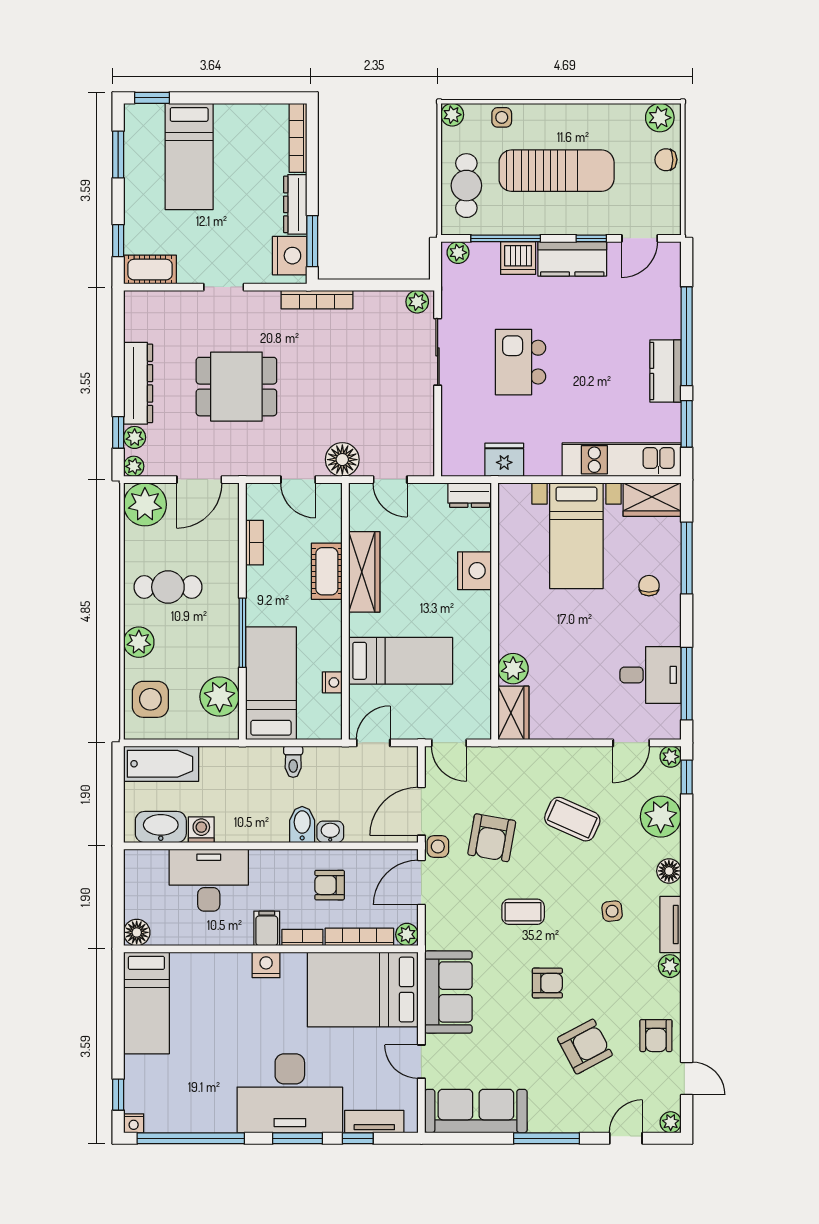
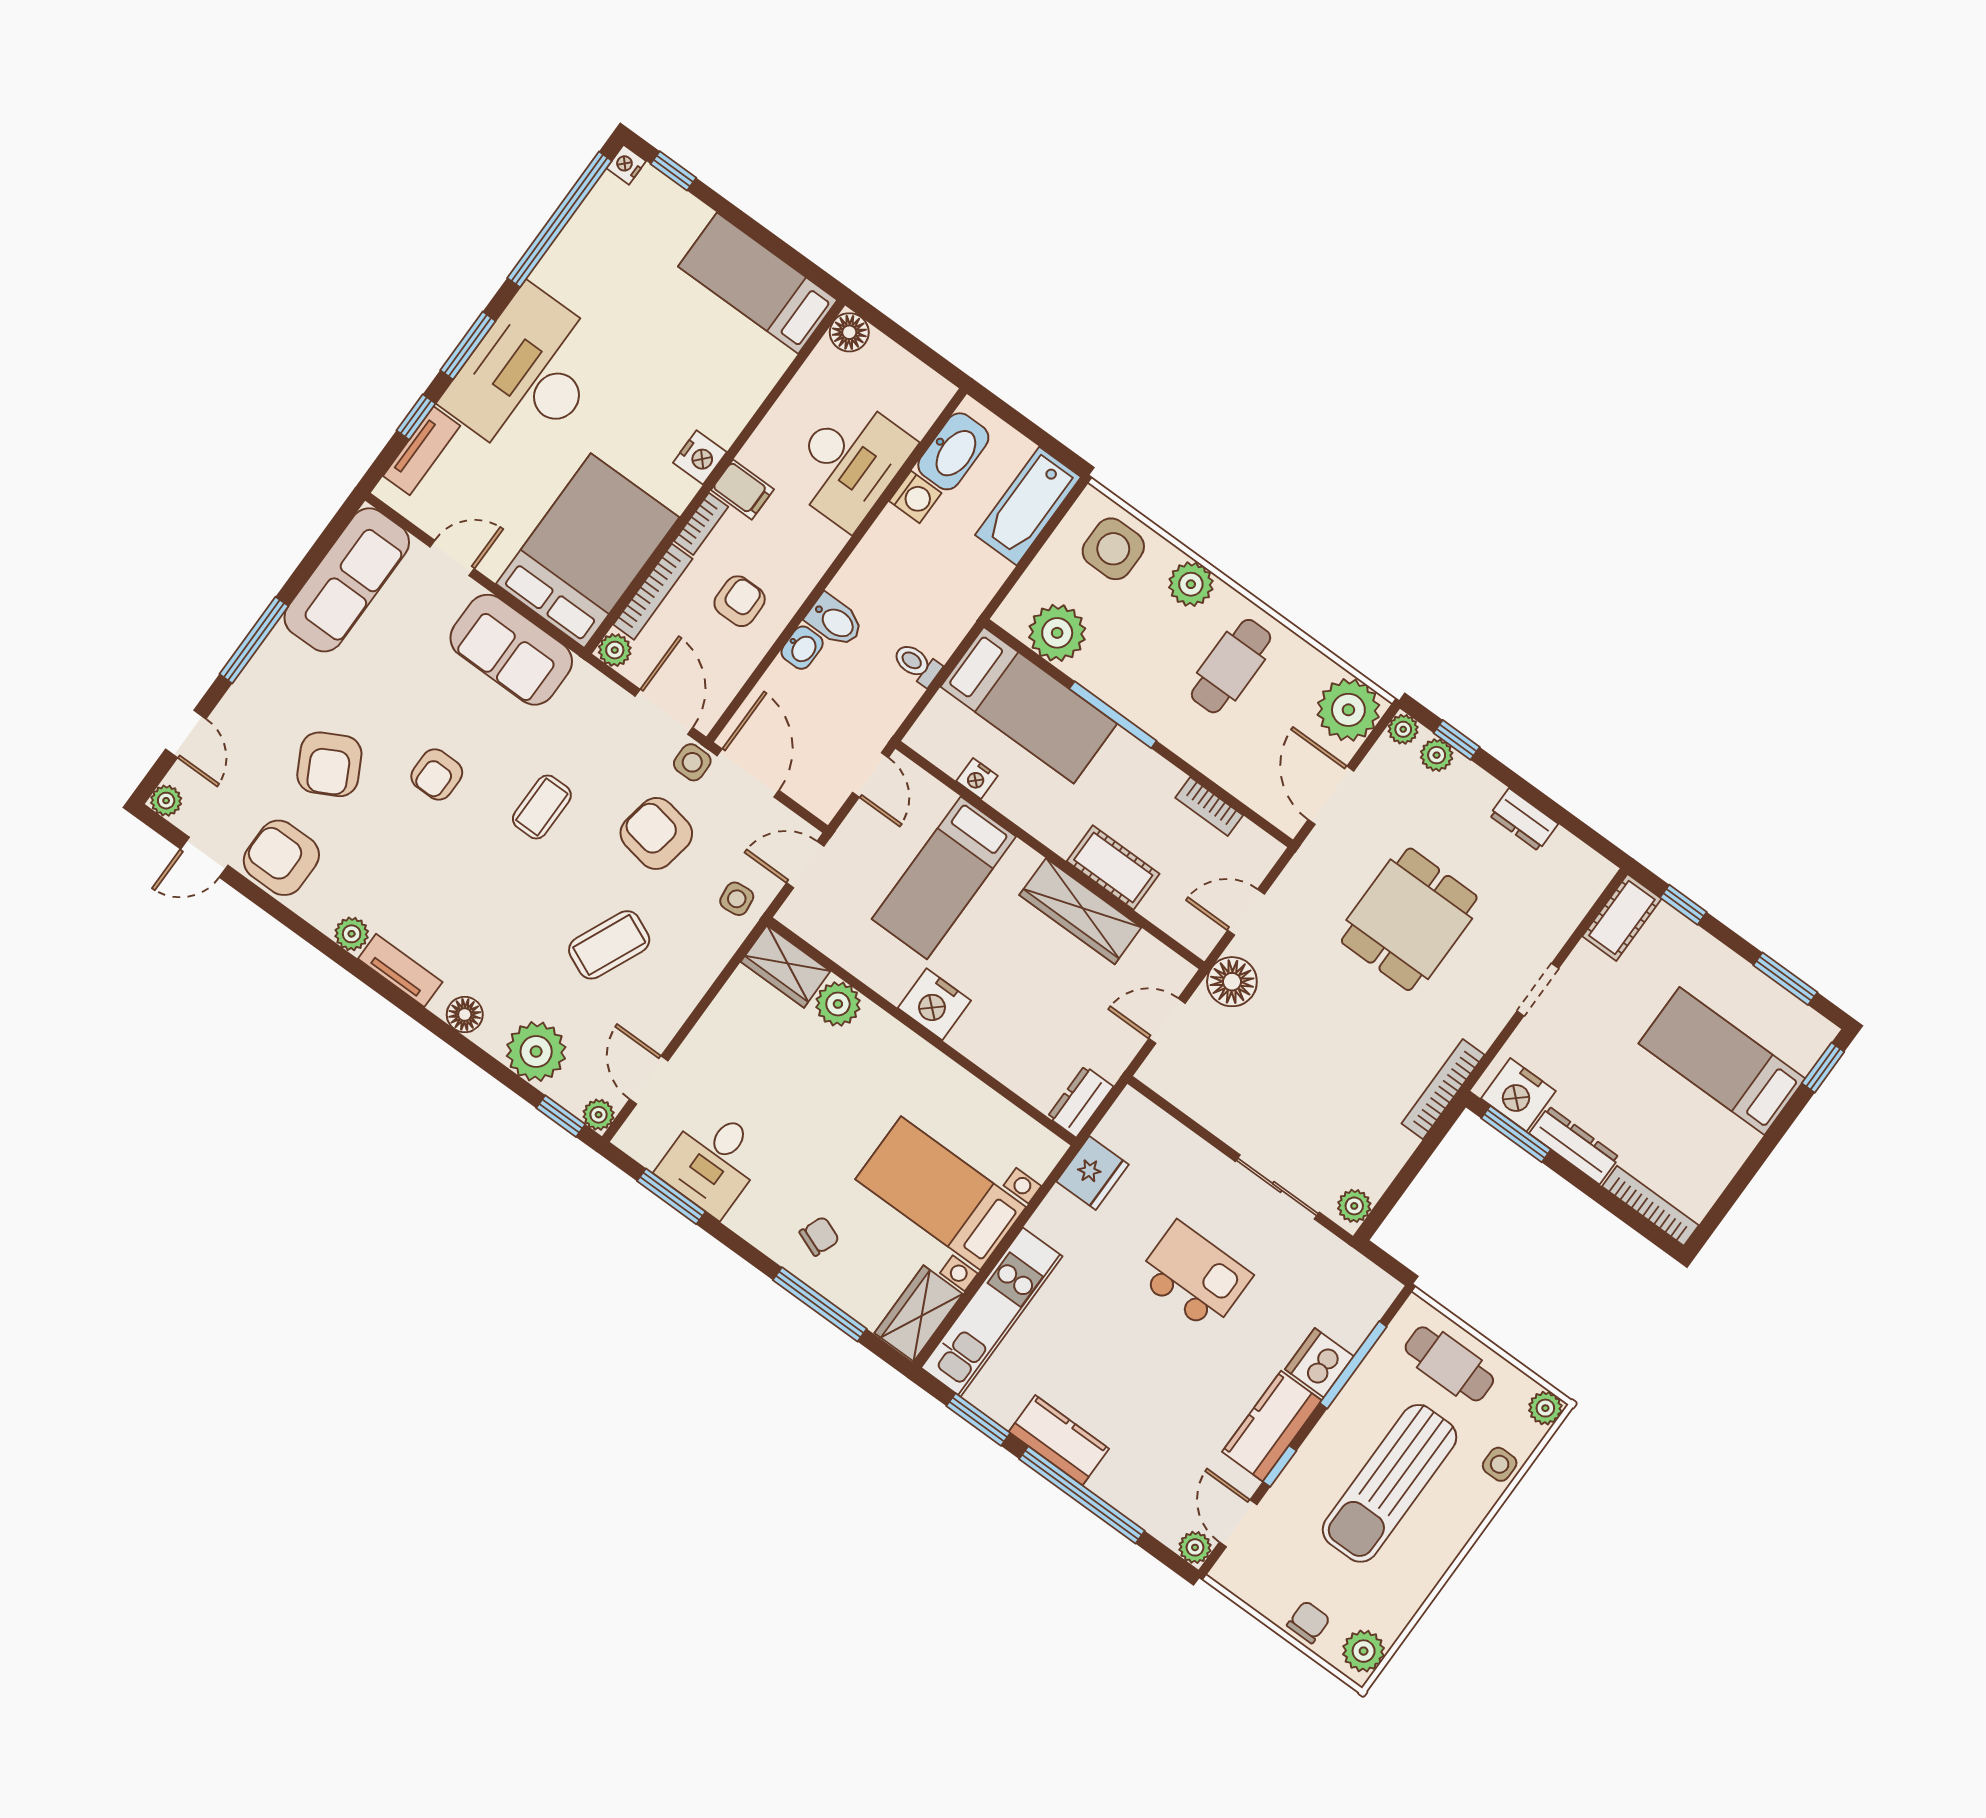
plant: (458, 253) -> (1195, 1547), moved
dresser: (138, 383) -> (1524, 820), width x0.51, depth x0.80
nightstand: (474, 571) -> (934, 1004), moved
chair: (649, 586) -> (819, 1236), turned -69
window: (687, 684) -> (671, 1196), width x0.69
side table: (612, 911) -> (737, 899), moved
armchair: (656, 1036) -> (281, 858), width x1.38, depth x1.38

